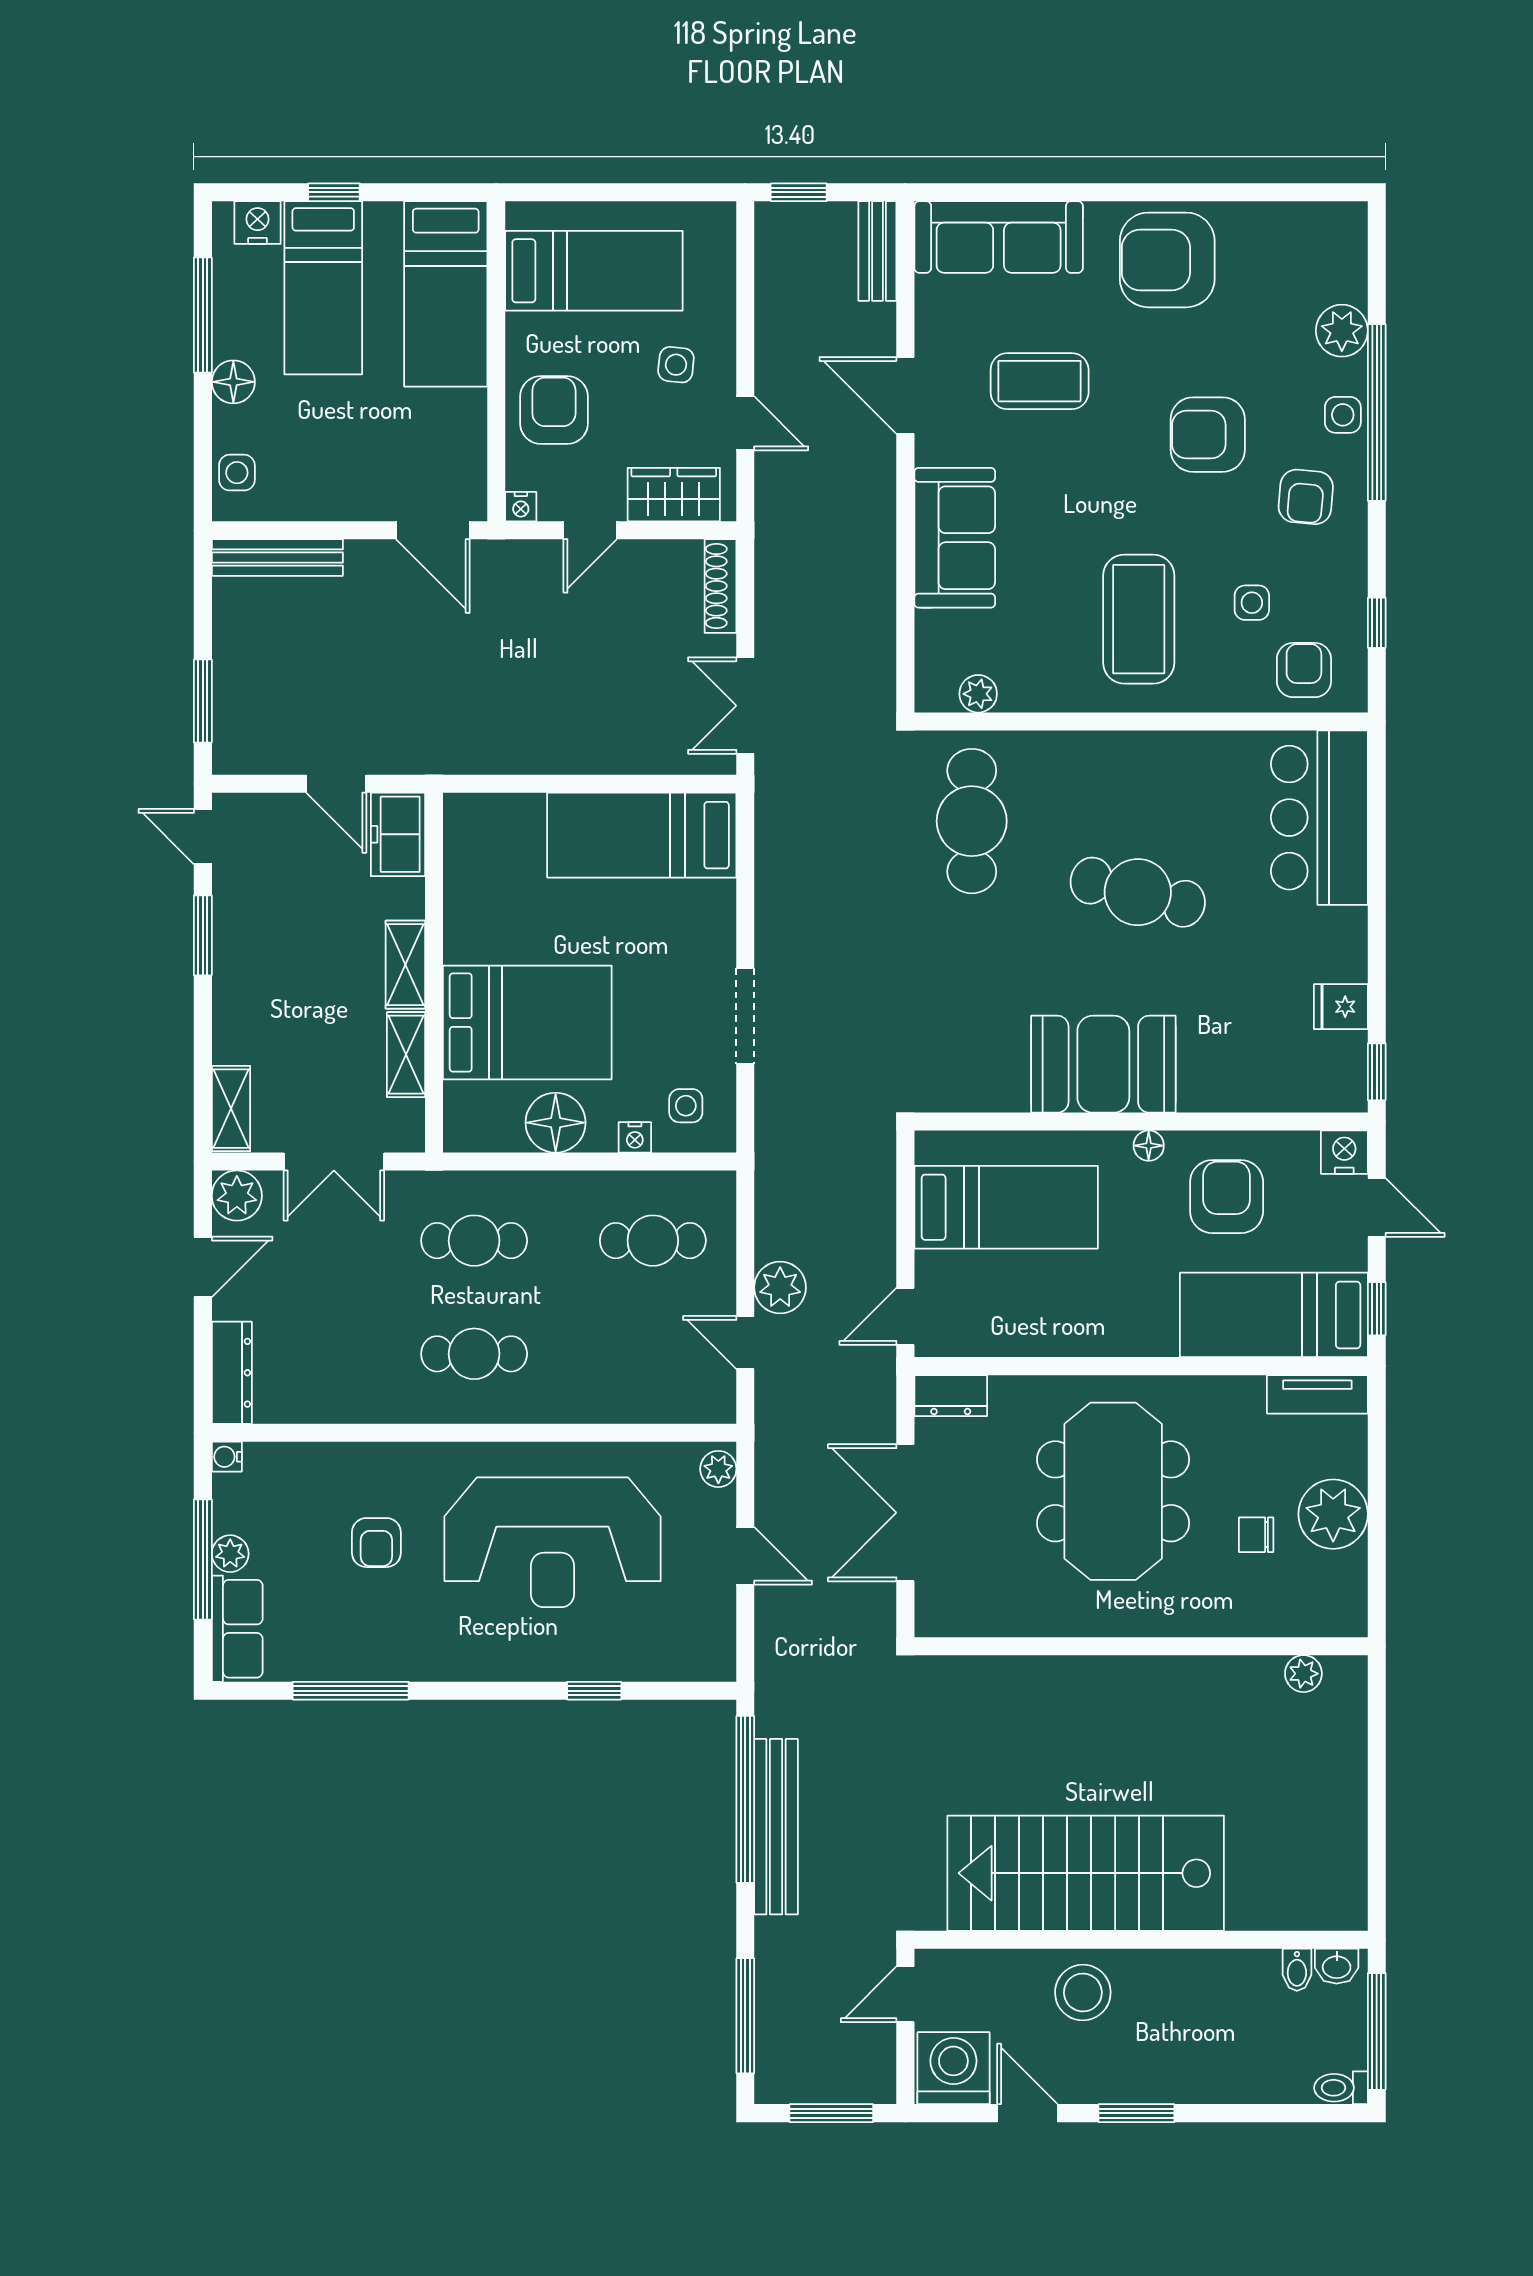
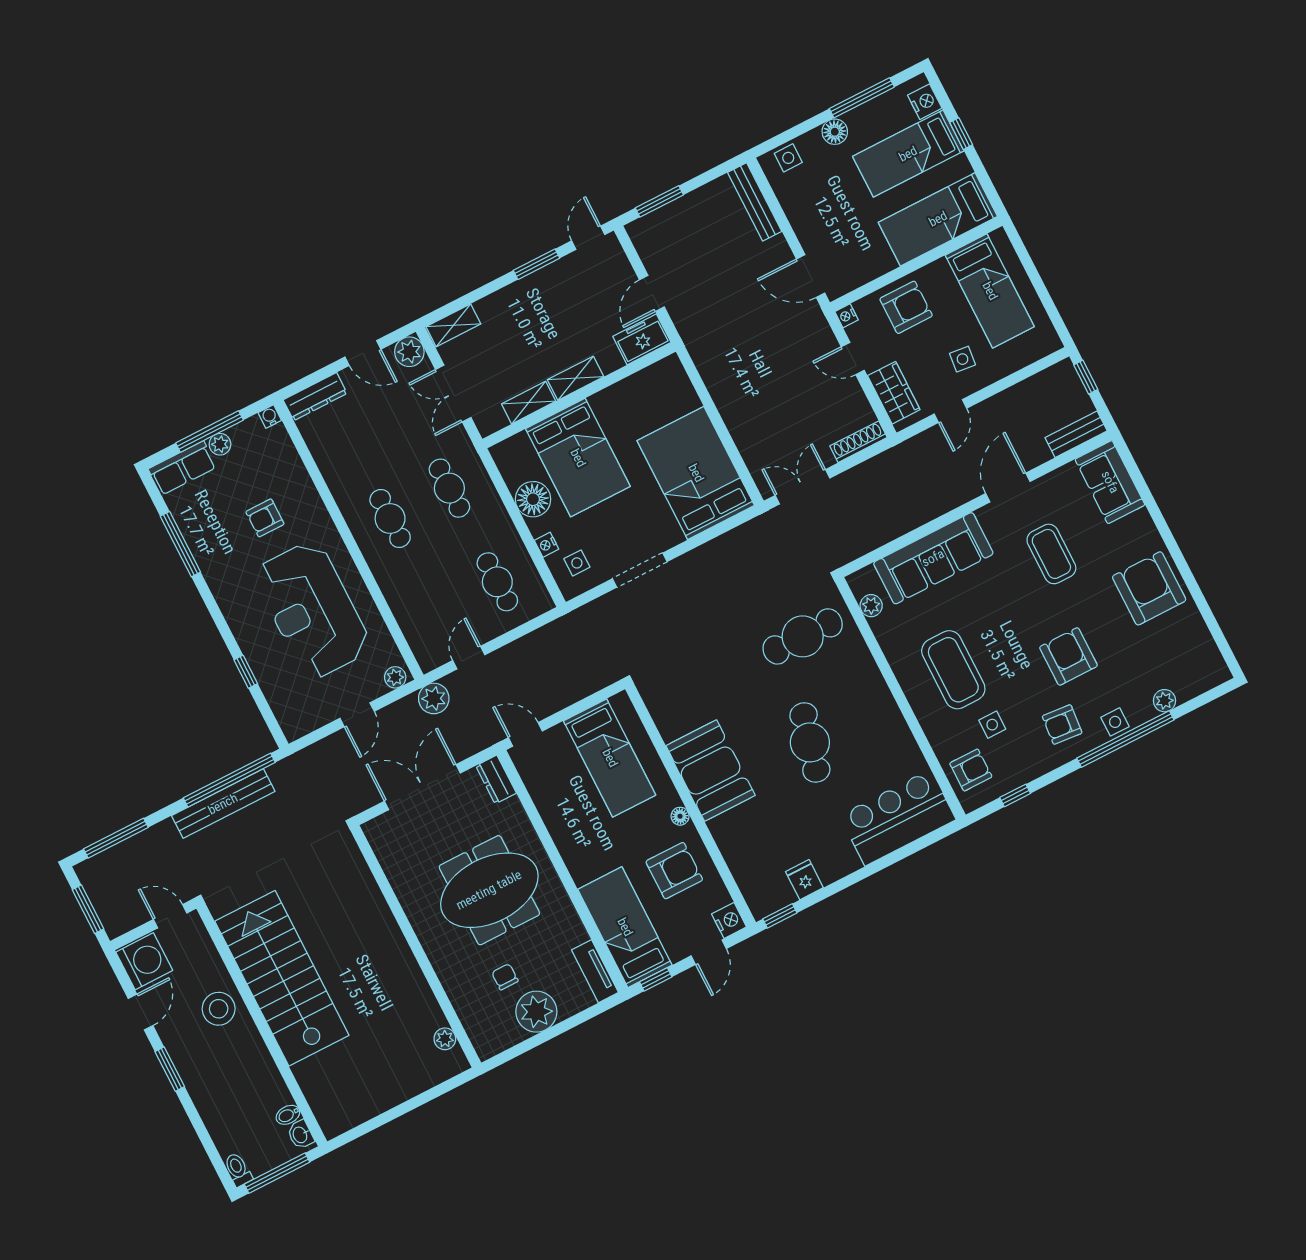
sofa: (999, 237) -> (1110, 482), width x0.73
plant: (1342, 331) -> (1164, 701), width x0.73, depth x0.73
door: (433, 530) -> (811, 276), hinge flipped
sofa: (955, 538) -> (933, 558), width x1.36
coffee table: (1139, 619) -> (953, 670), turned 90
bed: (642, 835) -> (696, 473), width x1.50
plant: (780, 1287) -> (434, 698), moved

